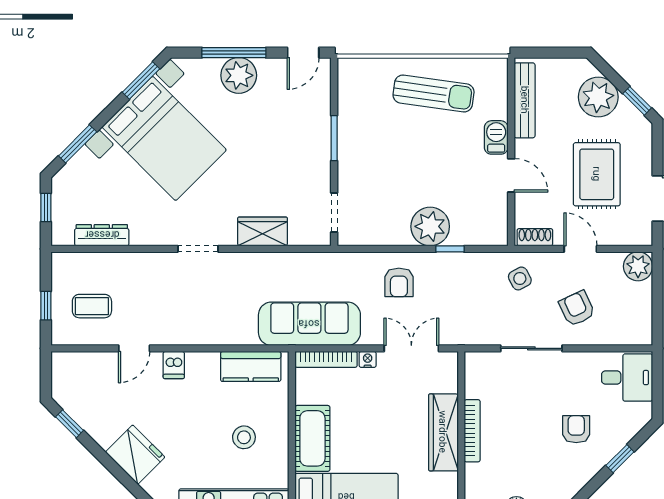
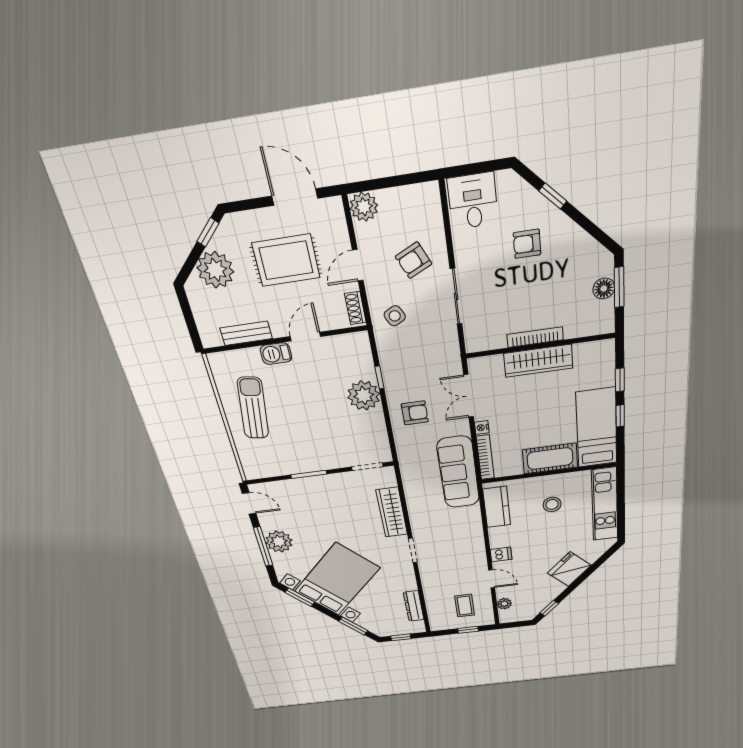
bench: (525, 100) -> (246, 333), width x0.73
wardrobe: (263, 231) -> (392, 512), width x1.50
plant: (87, 362) -> (504, 604), added

